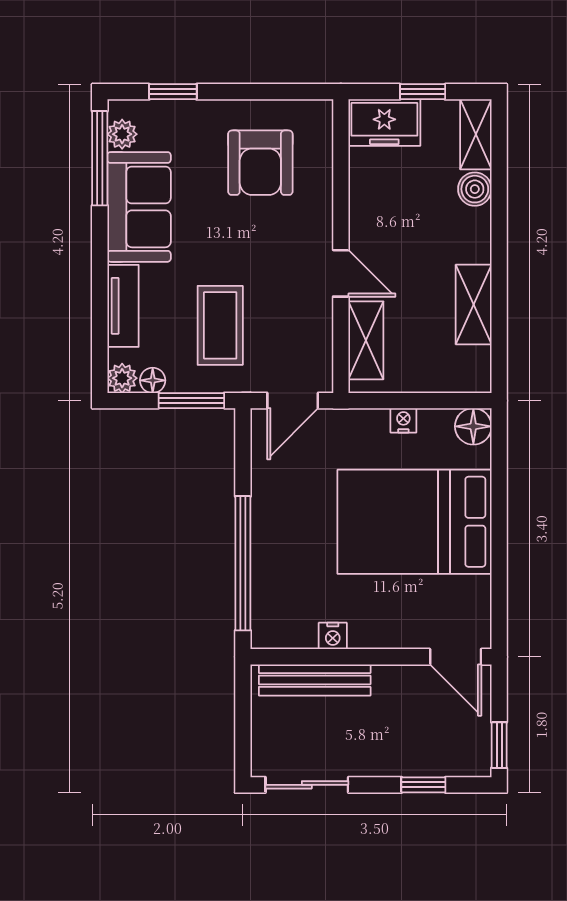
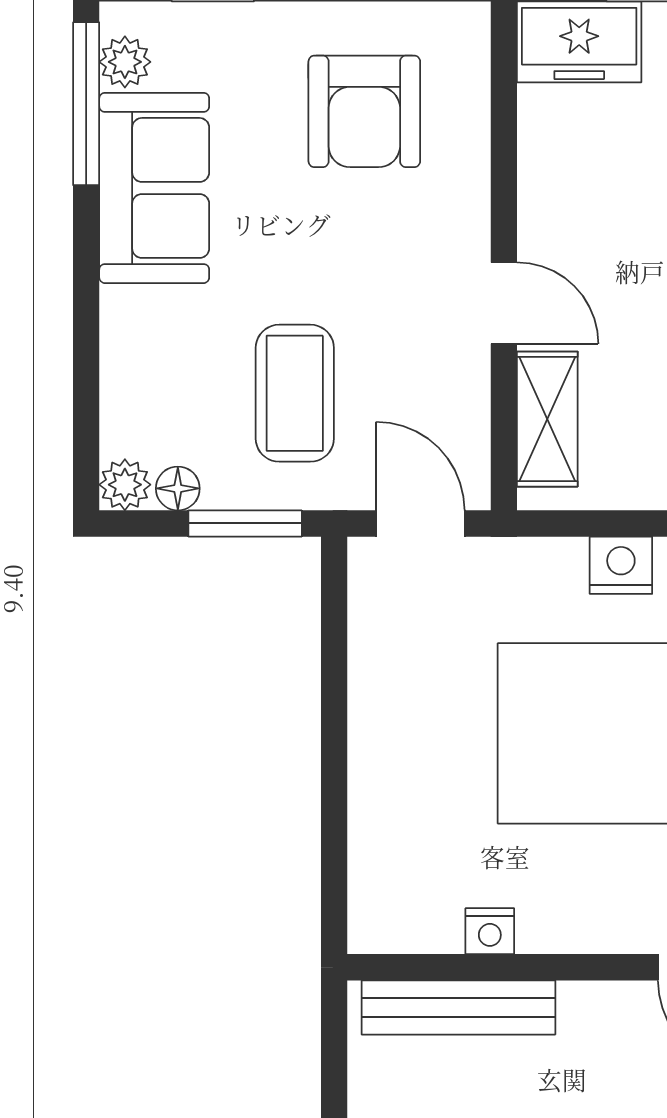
tv unit: (123, 306) -> (126, 359), removed
door: (293, 401) -> (420, 523), swing flipped
nightstand: (403, 420) -> (621, 565), width x1.39, depth x1.35
window: (243, 563) -> (334, 805), removed

